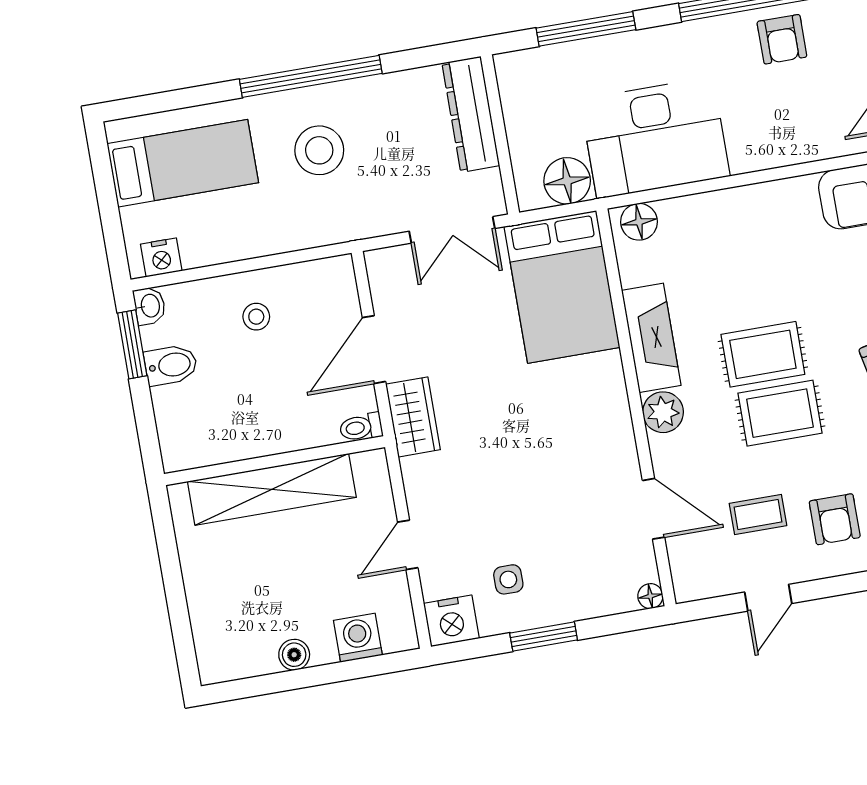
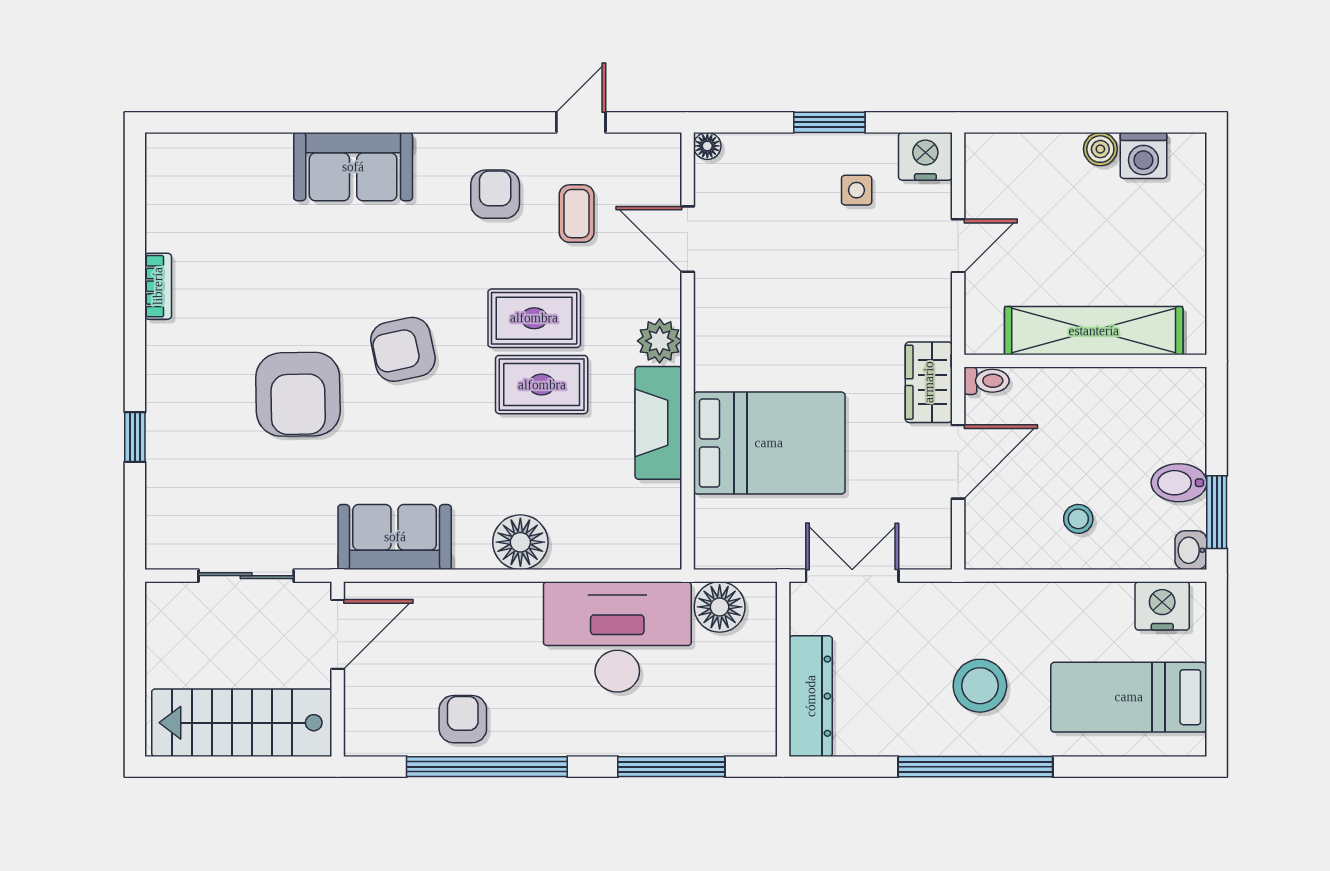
floor lamp: (639, 222) -> (520, 542), moved, width x1.38, depth x1.38
nightstand: (161, 257) -> (1162, 606), width x1.36, depth x1.33
bed: (562, 287) -> (769, 443), moved, turned 90
coffee table: (758, 514) -> (577, 214), turned 90
washing machine: (358, 638) -> (1143, 155), moved

